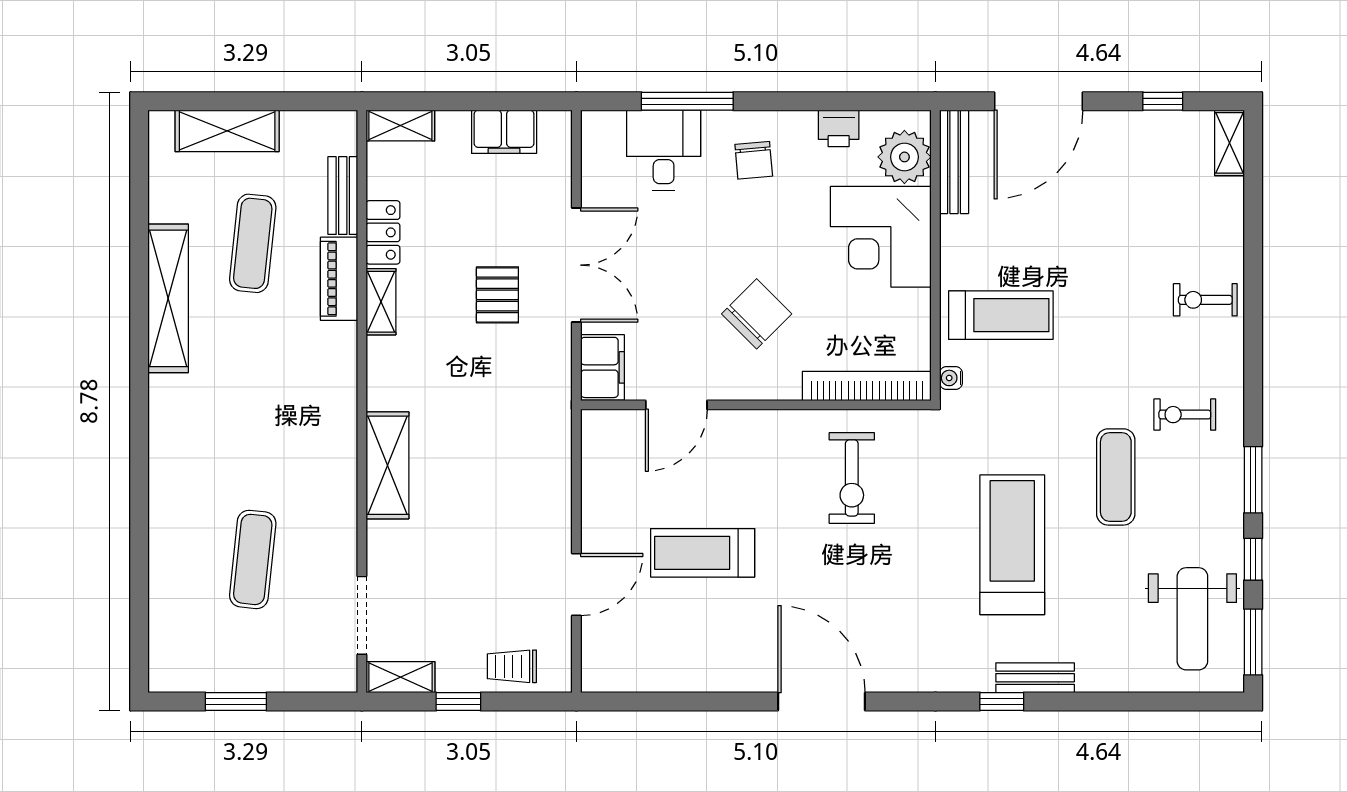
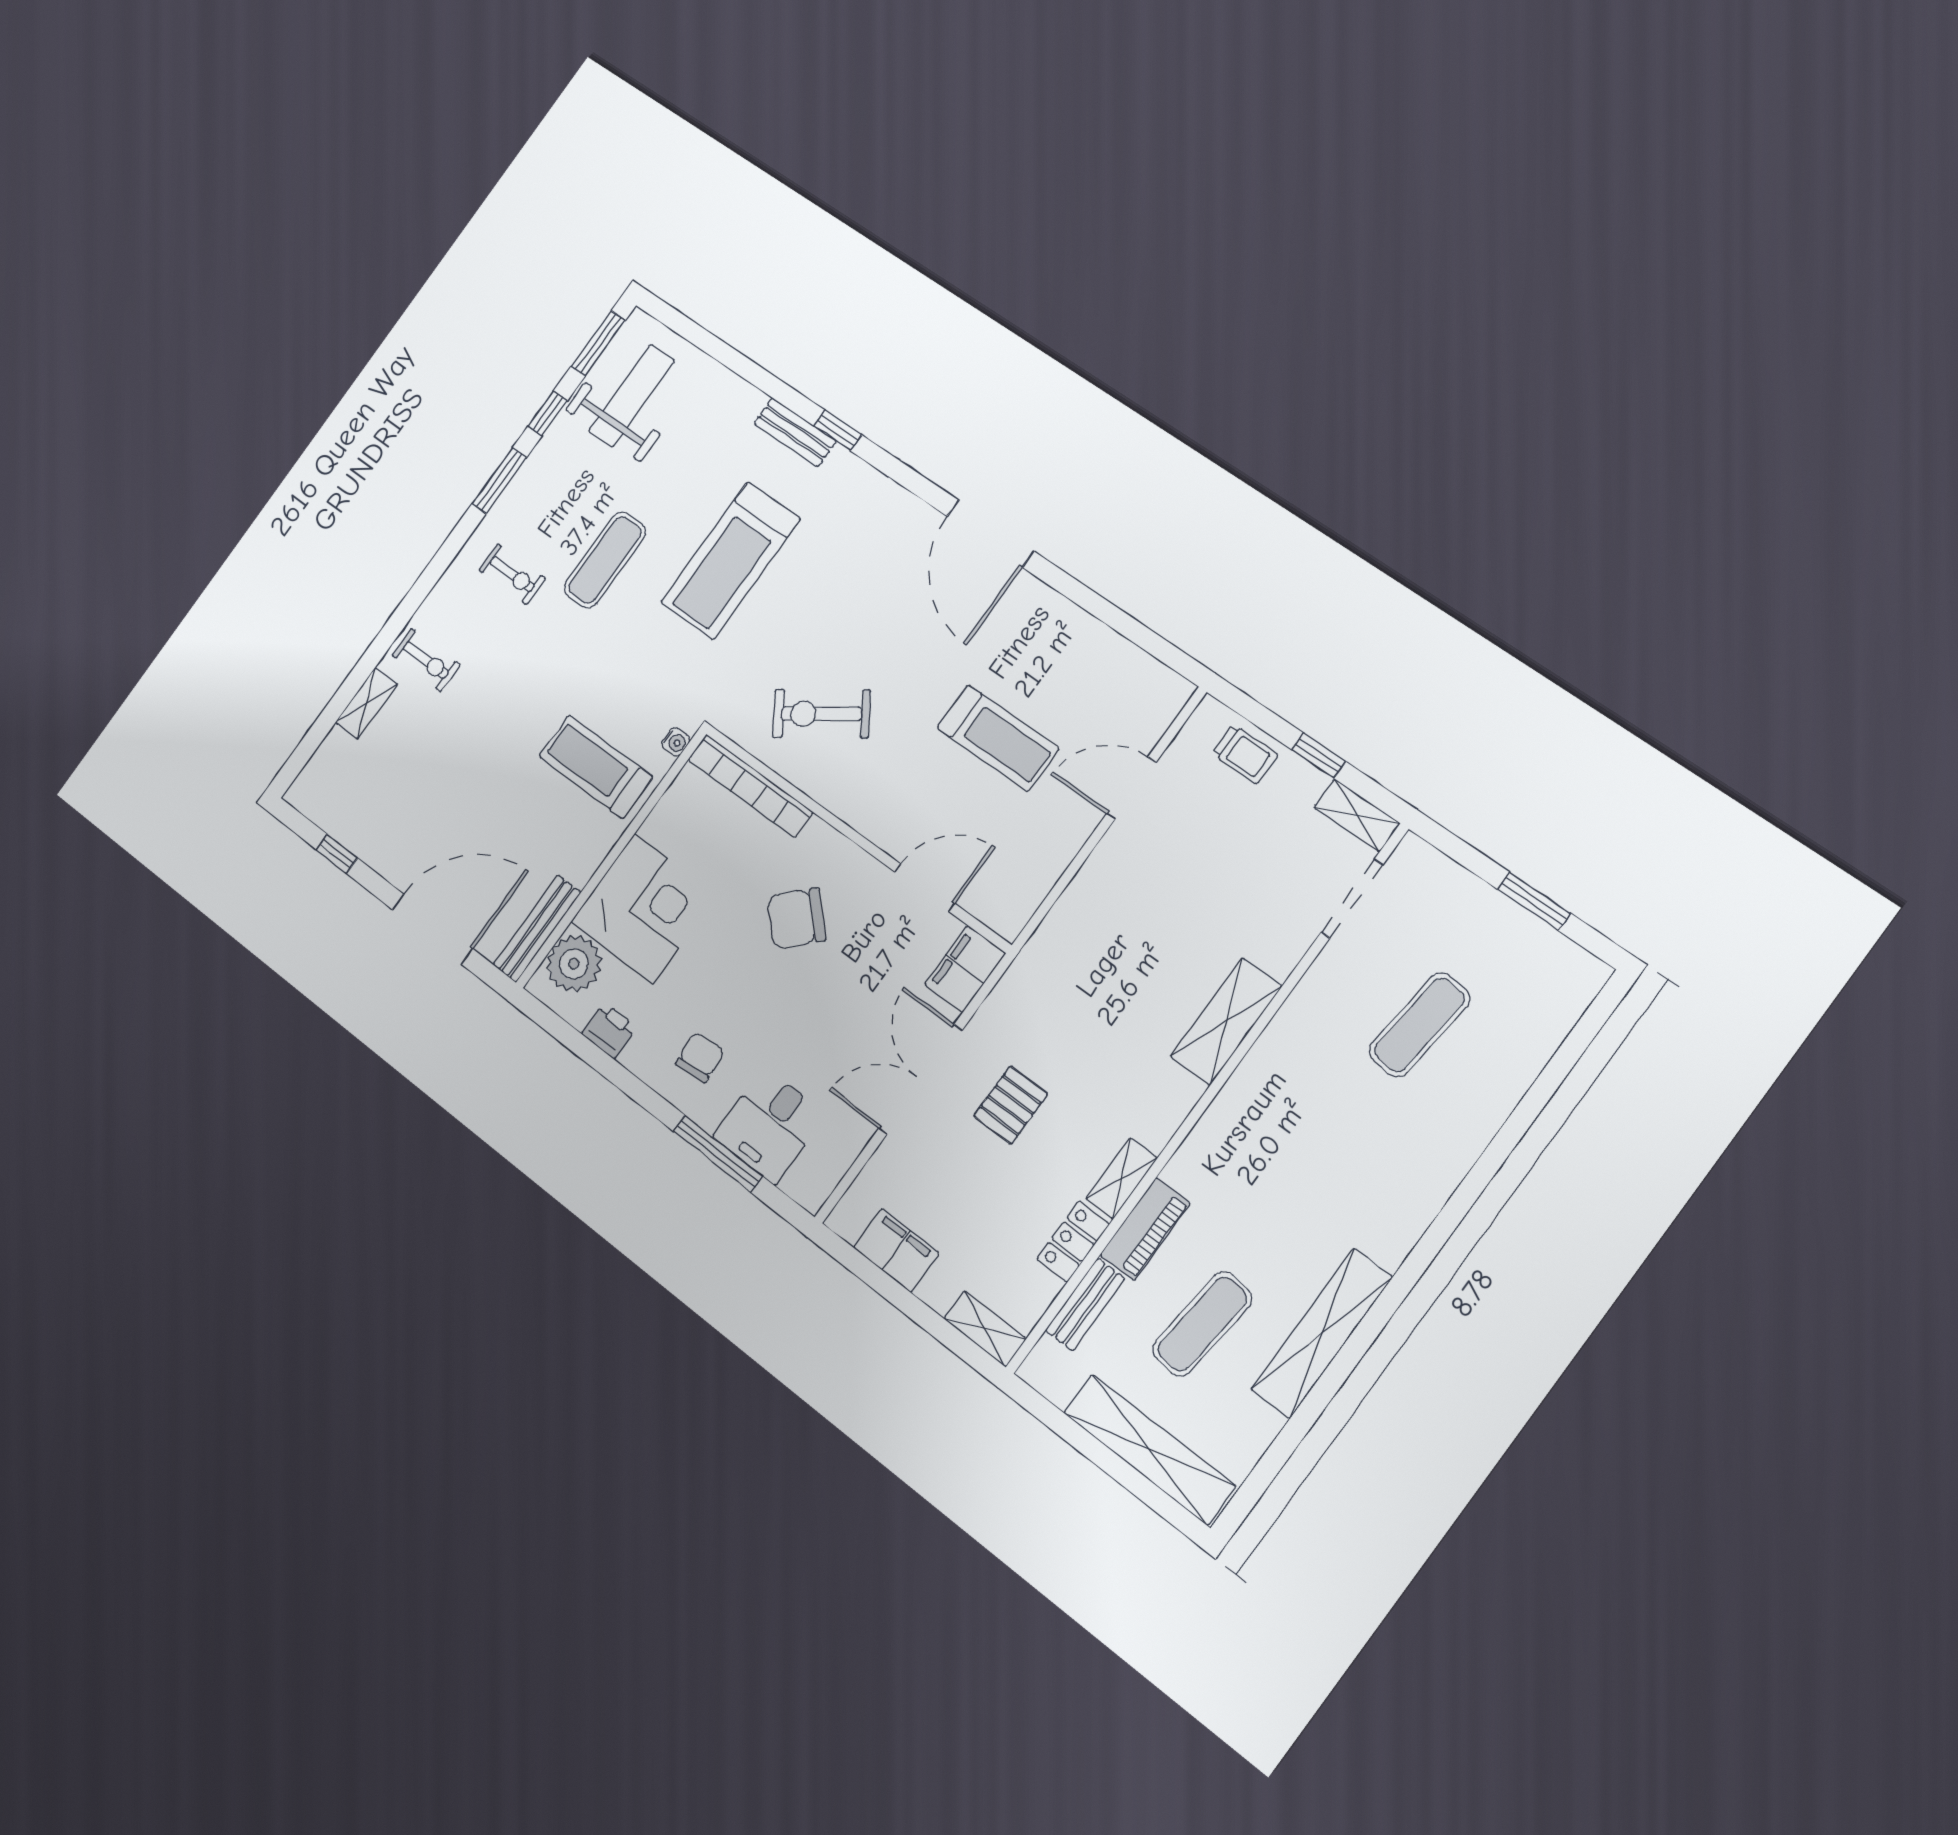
shelving: (227, 131) -> (1149, 1449), width x1.47
shelving: (1229, 143) -> (366, 703), moved
exercise bike: (852, 478) -> (821, 714), turned -124

